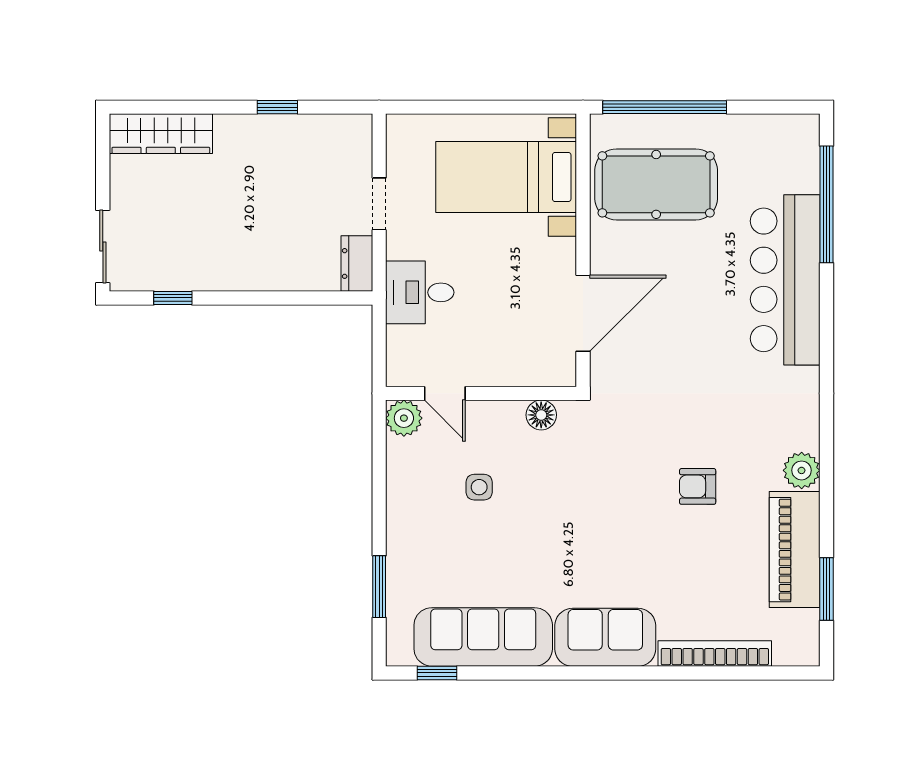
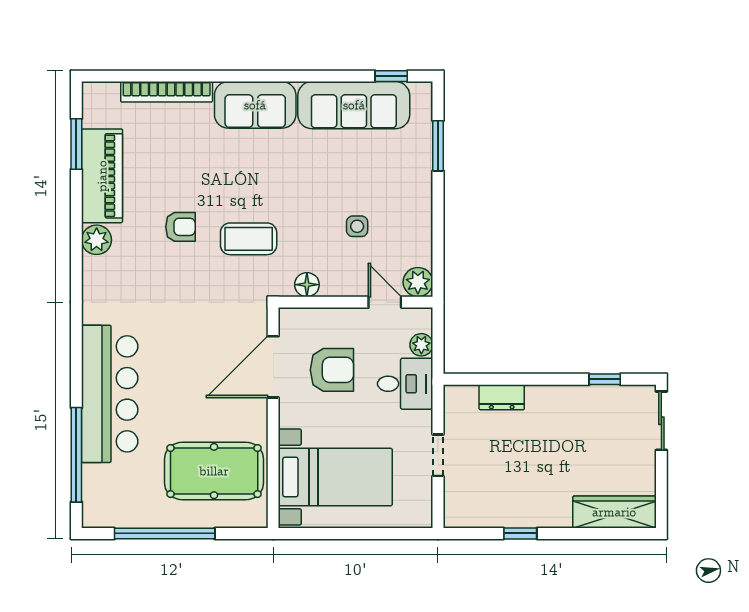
window: (665, 107) -> (165, 533), moved
dresser: (357, 263) -> (502, 397), moved, turned 90
armchair: (510, 310) -> (332, 370), added
plant: (400, 341) -> (421, 345), added
coffee table: (613, 472) -> (249, 239), added

